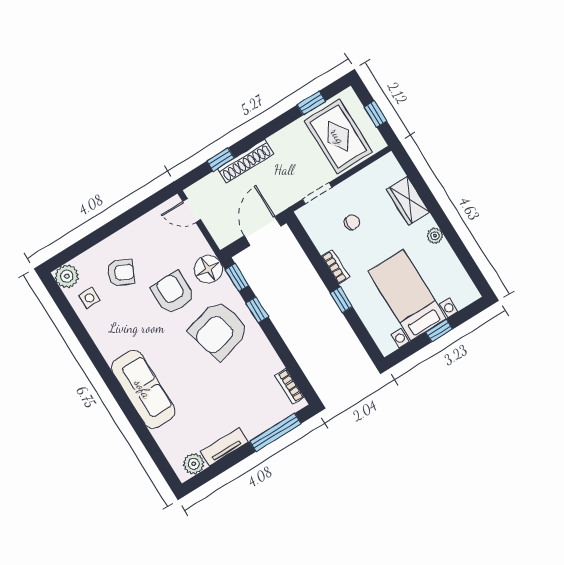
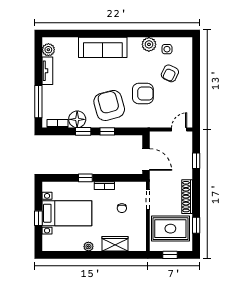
shoe rack: (246, 161) -> (187, 197), moved
floor lamp: (208, 269) -> (77, 119), moved
plant: (67, 276) -> (149, 44), moved
window: (237, 278) -> (83, 131), moved

